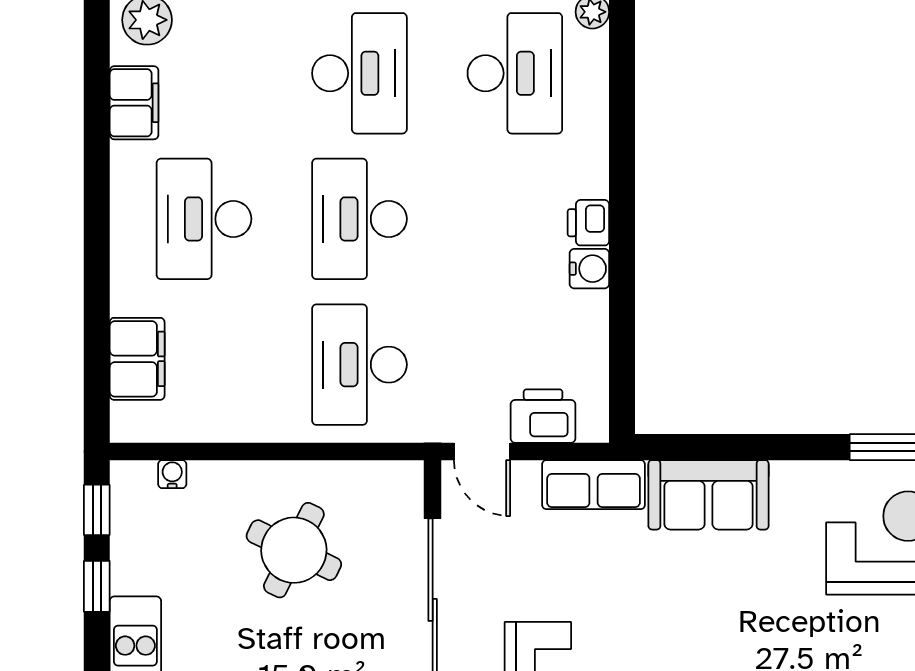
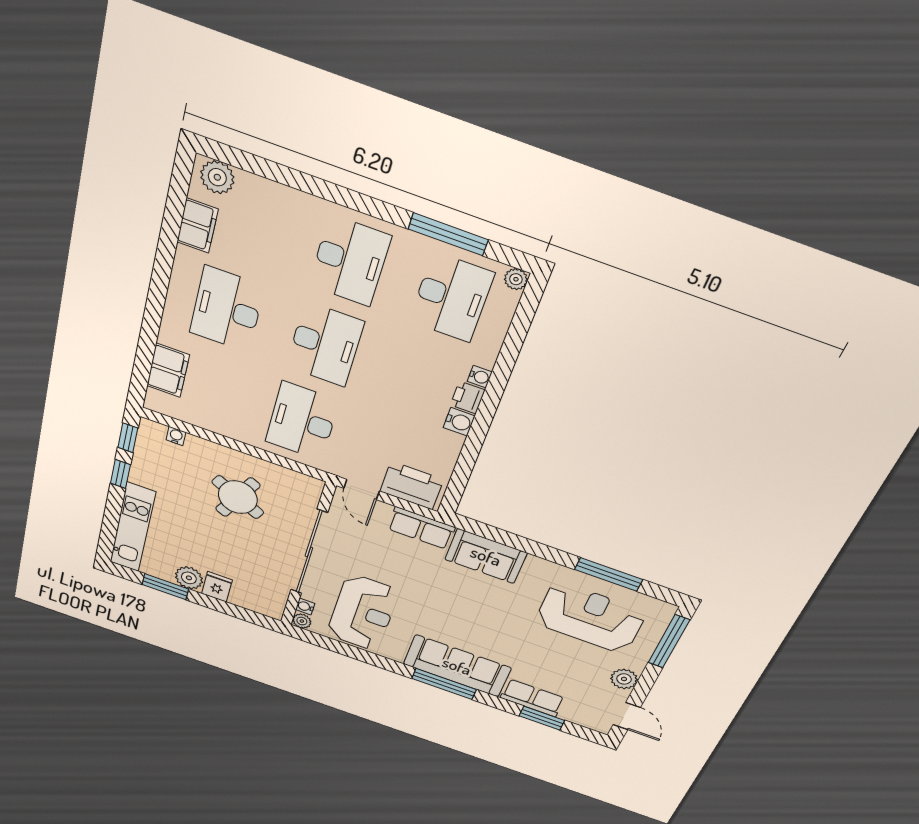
water cooler: (594, 182) -> (480, 377), added
desk: (359, 219) -> (325, 344), turned 180
printer: (543, 416) -> (412, 485), width x1.37, depth x1.19

